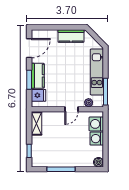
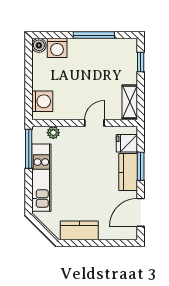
door: (72, 109) -> (94, 123), moved
washing machine: (97, 139) -> (57, 48), moved, turned 90

